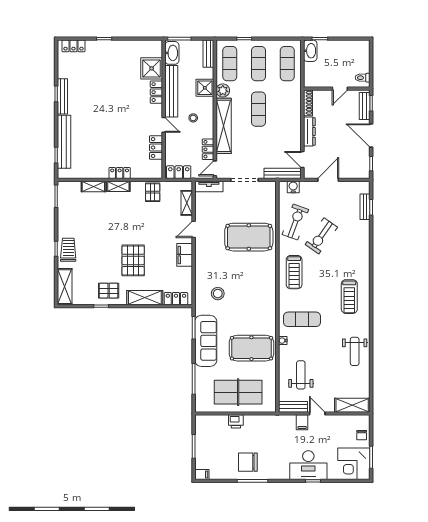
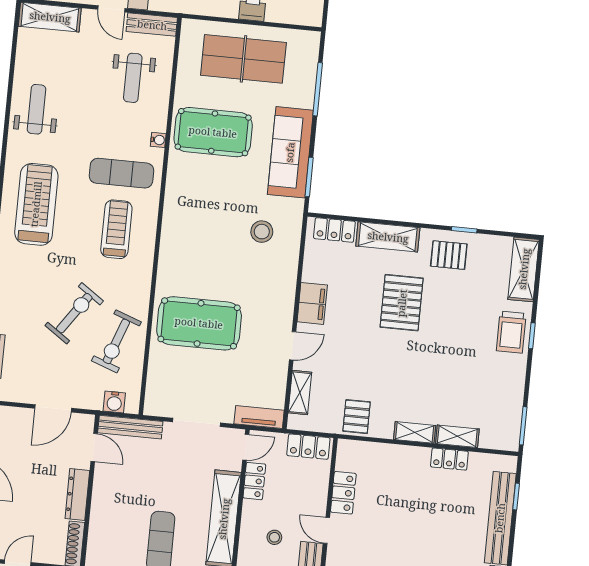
locker: (120, 173) -> (449, 459), moved
treadmill: (294, 272) -> (116, 229), moved
treadmill: (349, 297) -> (36, 204), width x1.37, depth x1.38

